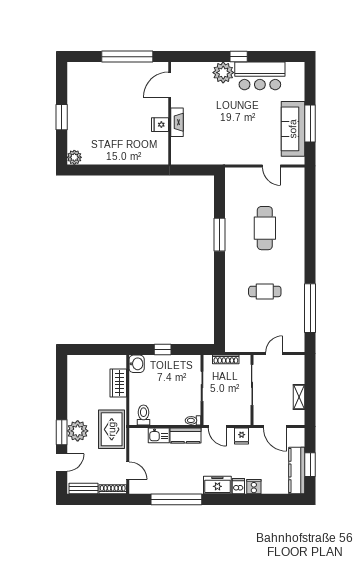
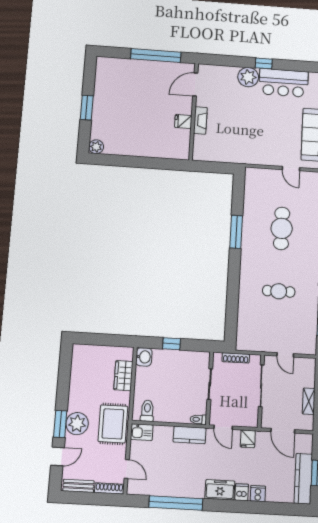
door: (274, 354) -> (285, 355), swing flipped
kitchen sink: (159, 435) -> (142, 432), moved

